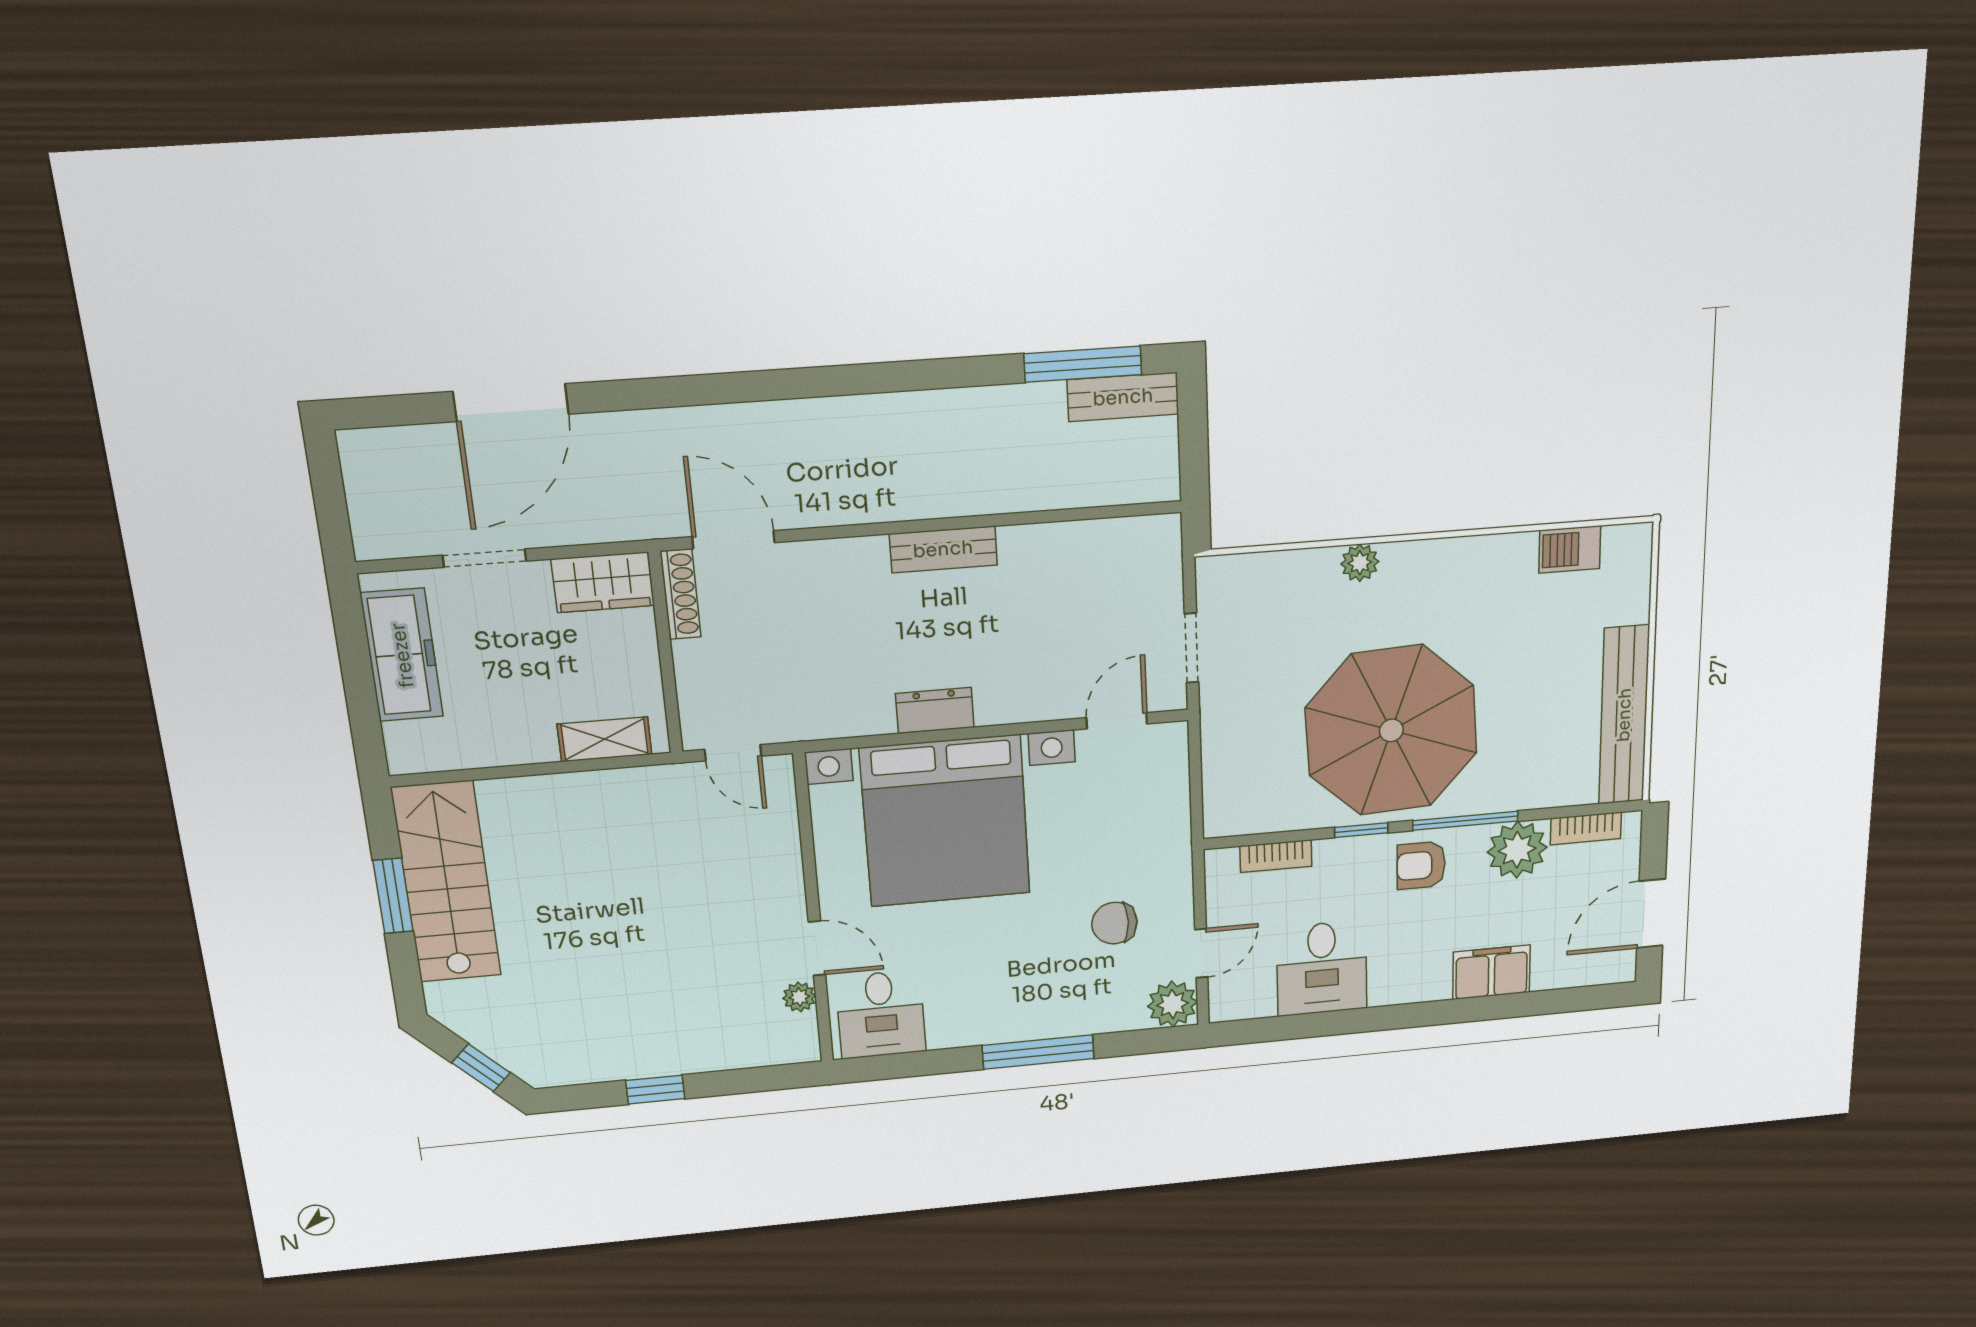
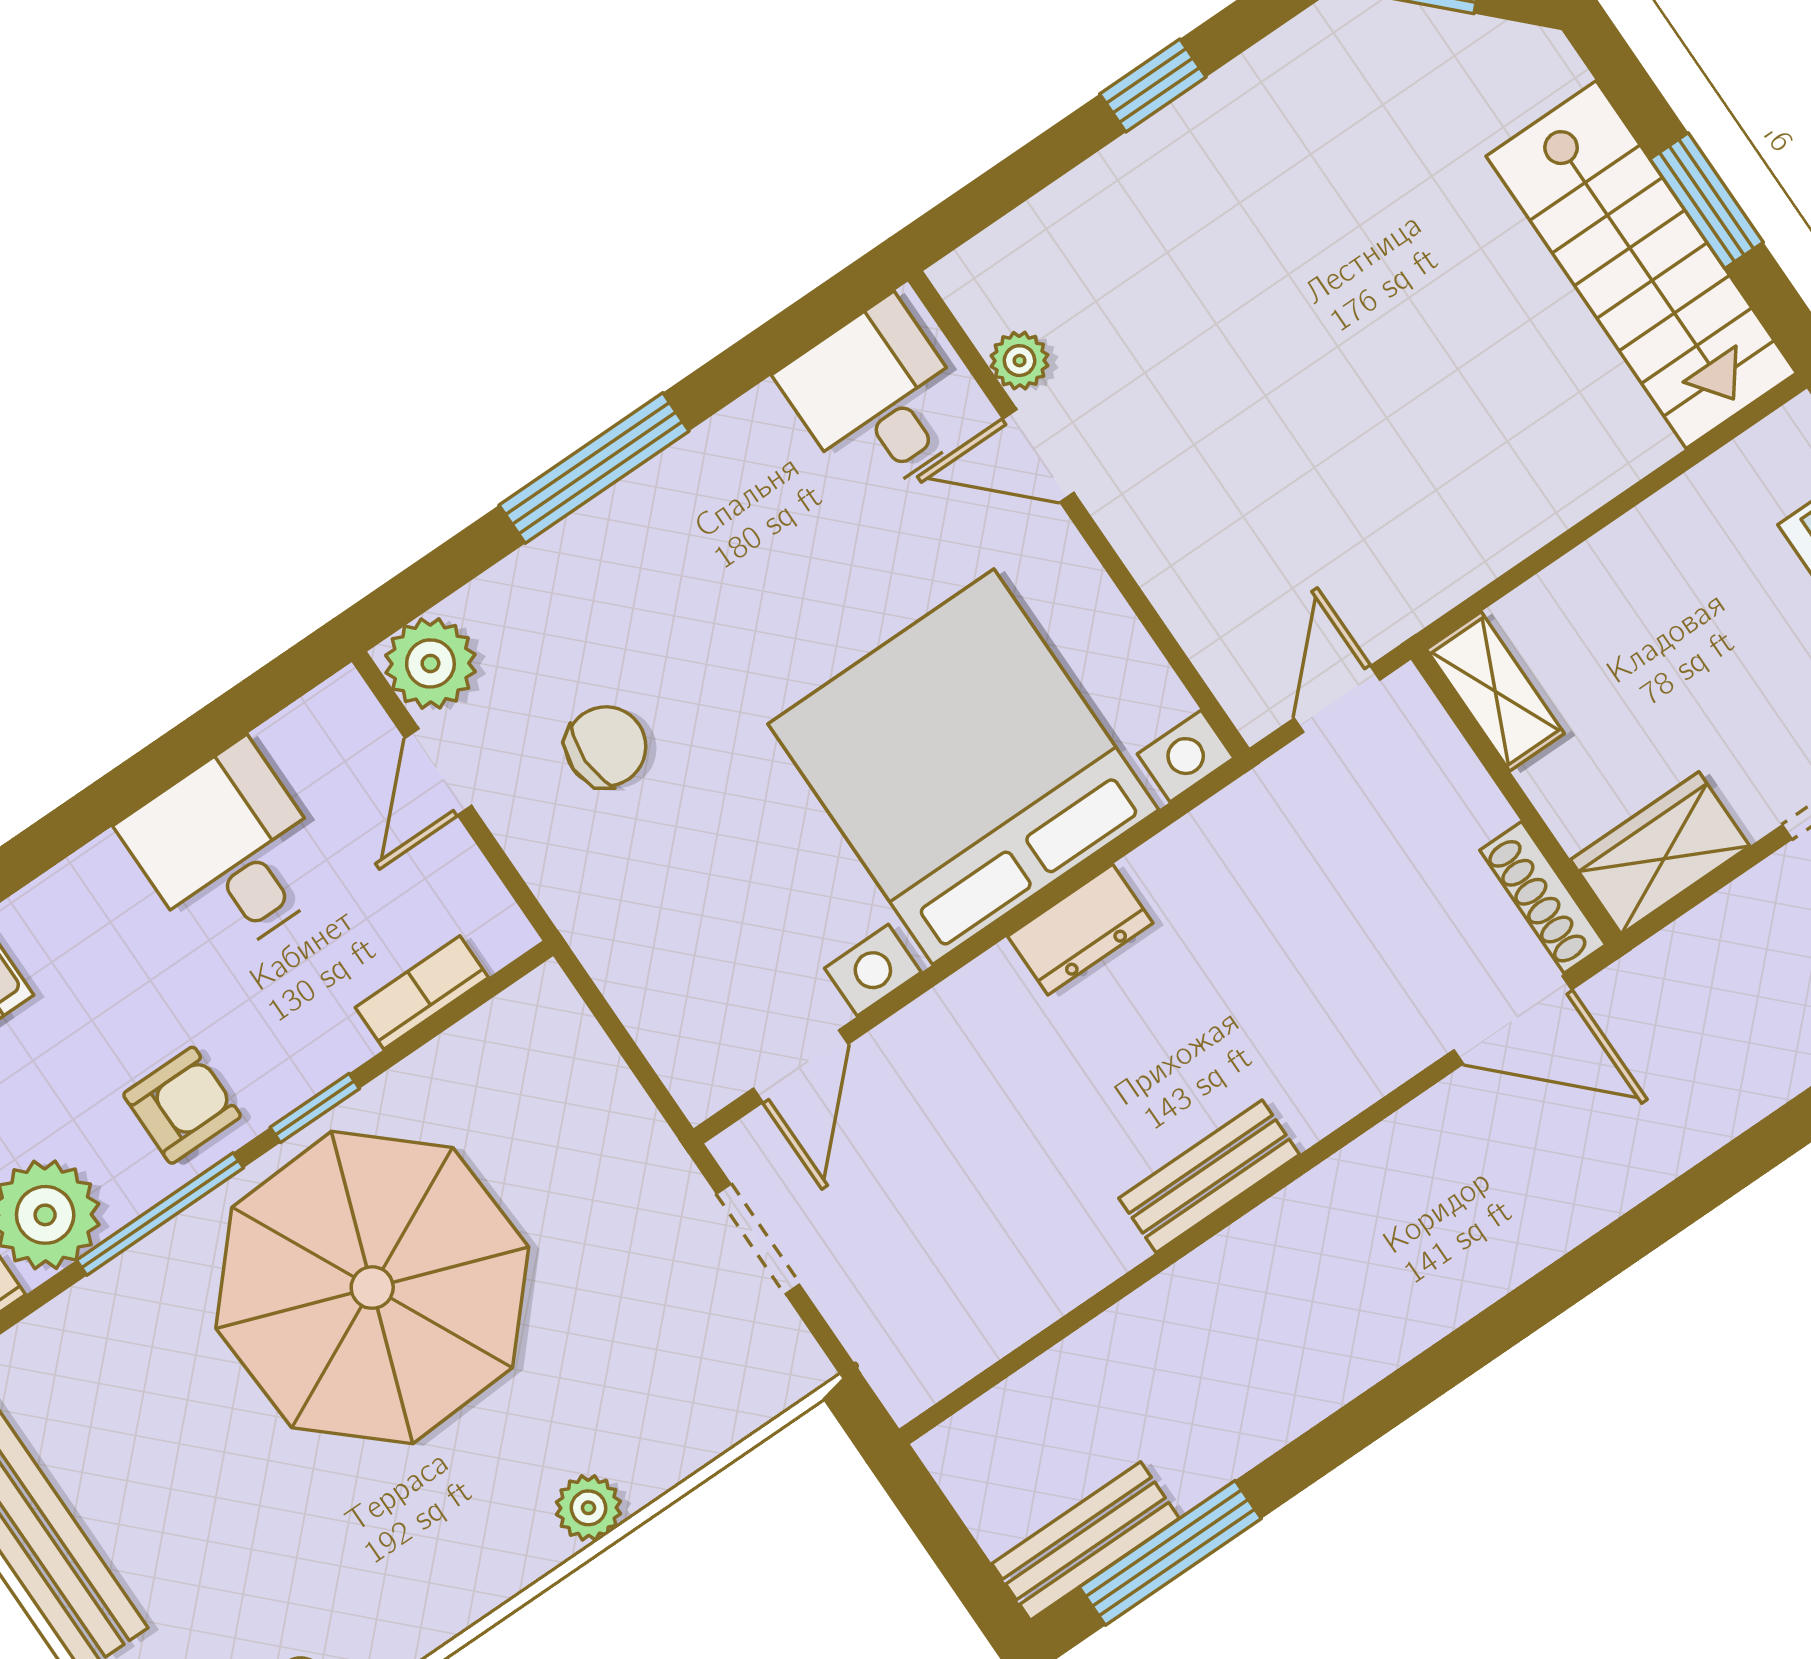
shelving: (605, 739) -> (1495, 691), moved, turned 90
door: (733, 753) -> (1337, 699), hinge flipped

